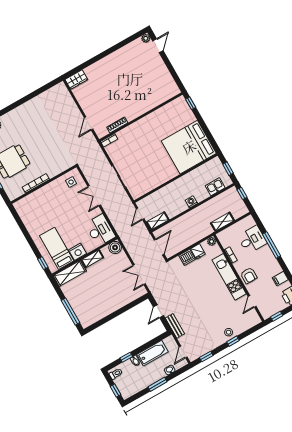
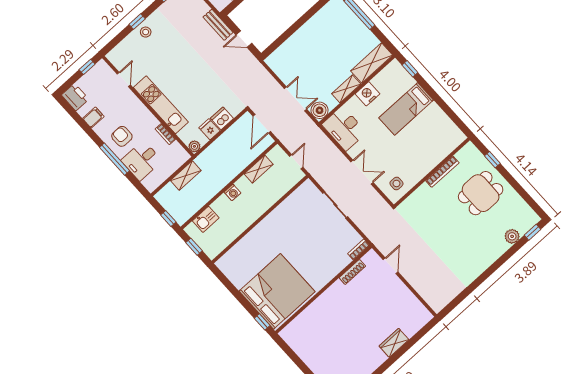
wardrobe: (76, 80) -> (394, 343), moved
bed: (189, 147) -> (277, 291), moved
shelving: (158, 221) -> (259, 169), moved
bed: (57, 248) -> (406, 109), moved, turned 90
double door: (139, 275) -> (296, 99), moved
armchair: (249, 276) -> (122, 136), moved
door: (158, 311) -> (244, 39), swing flipped

